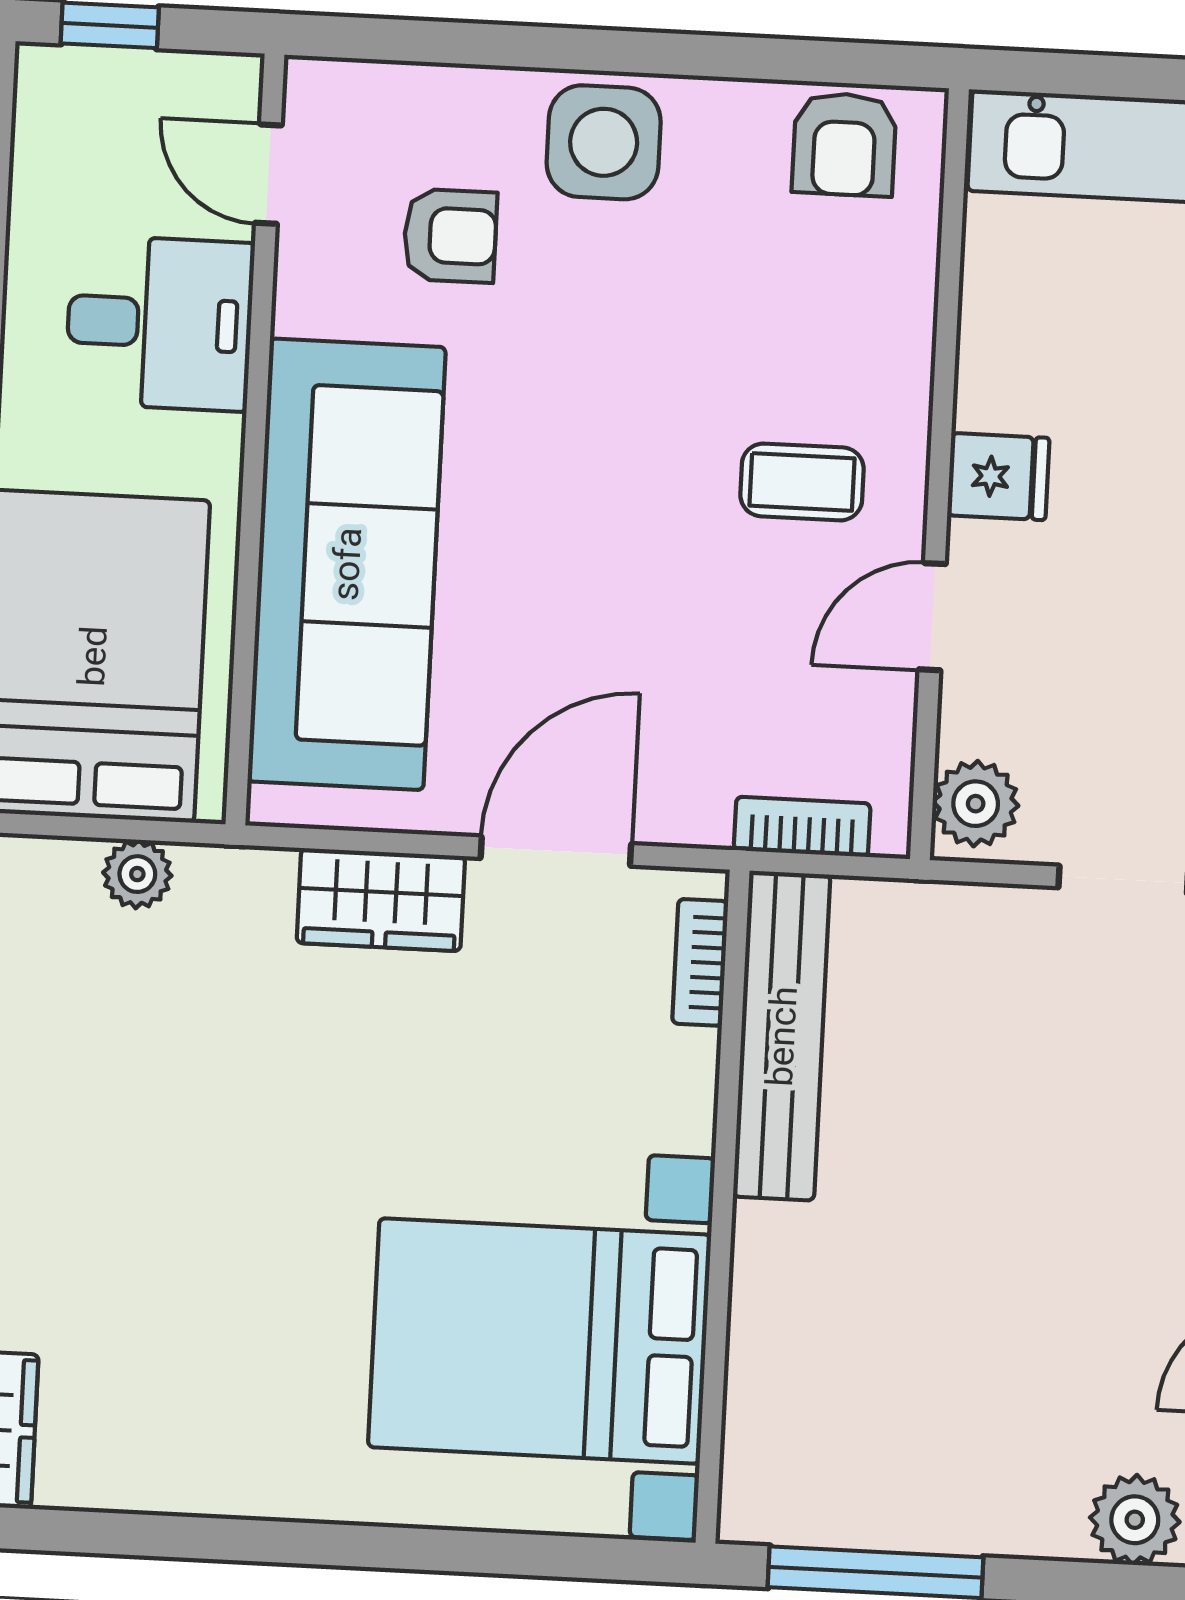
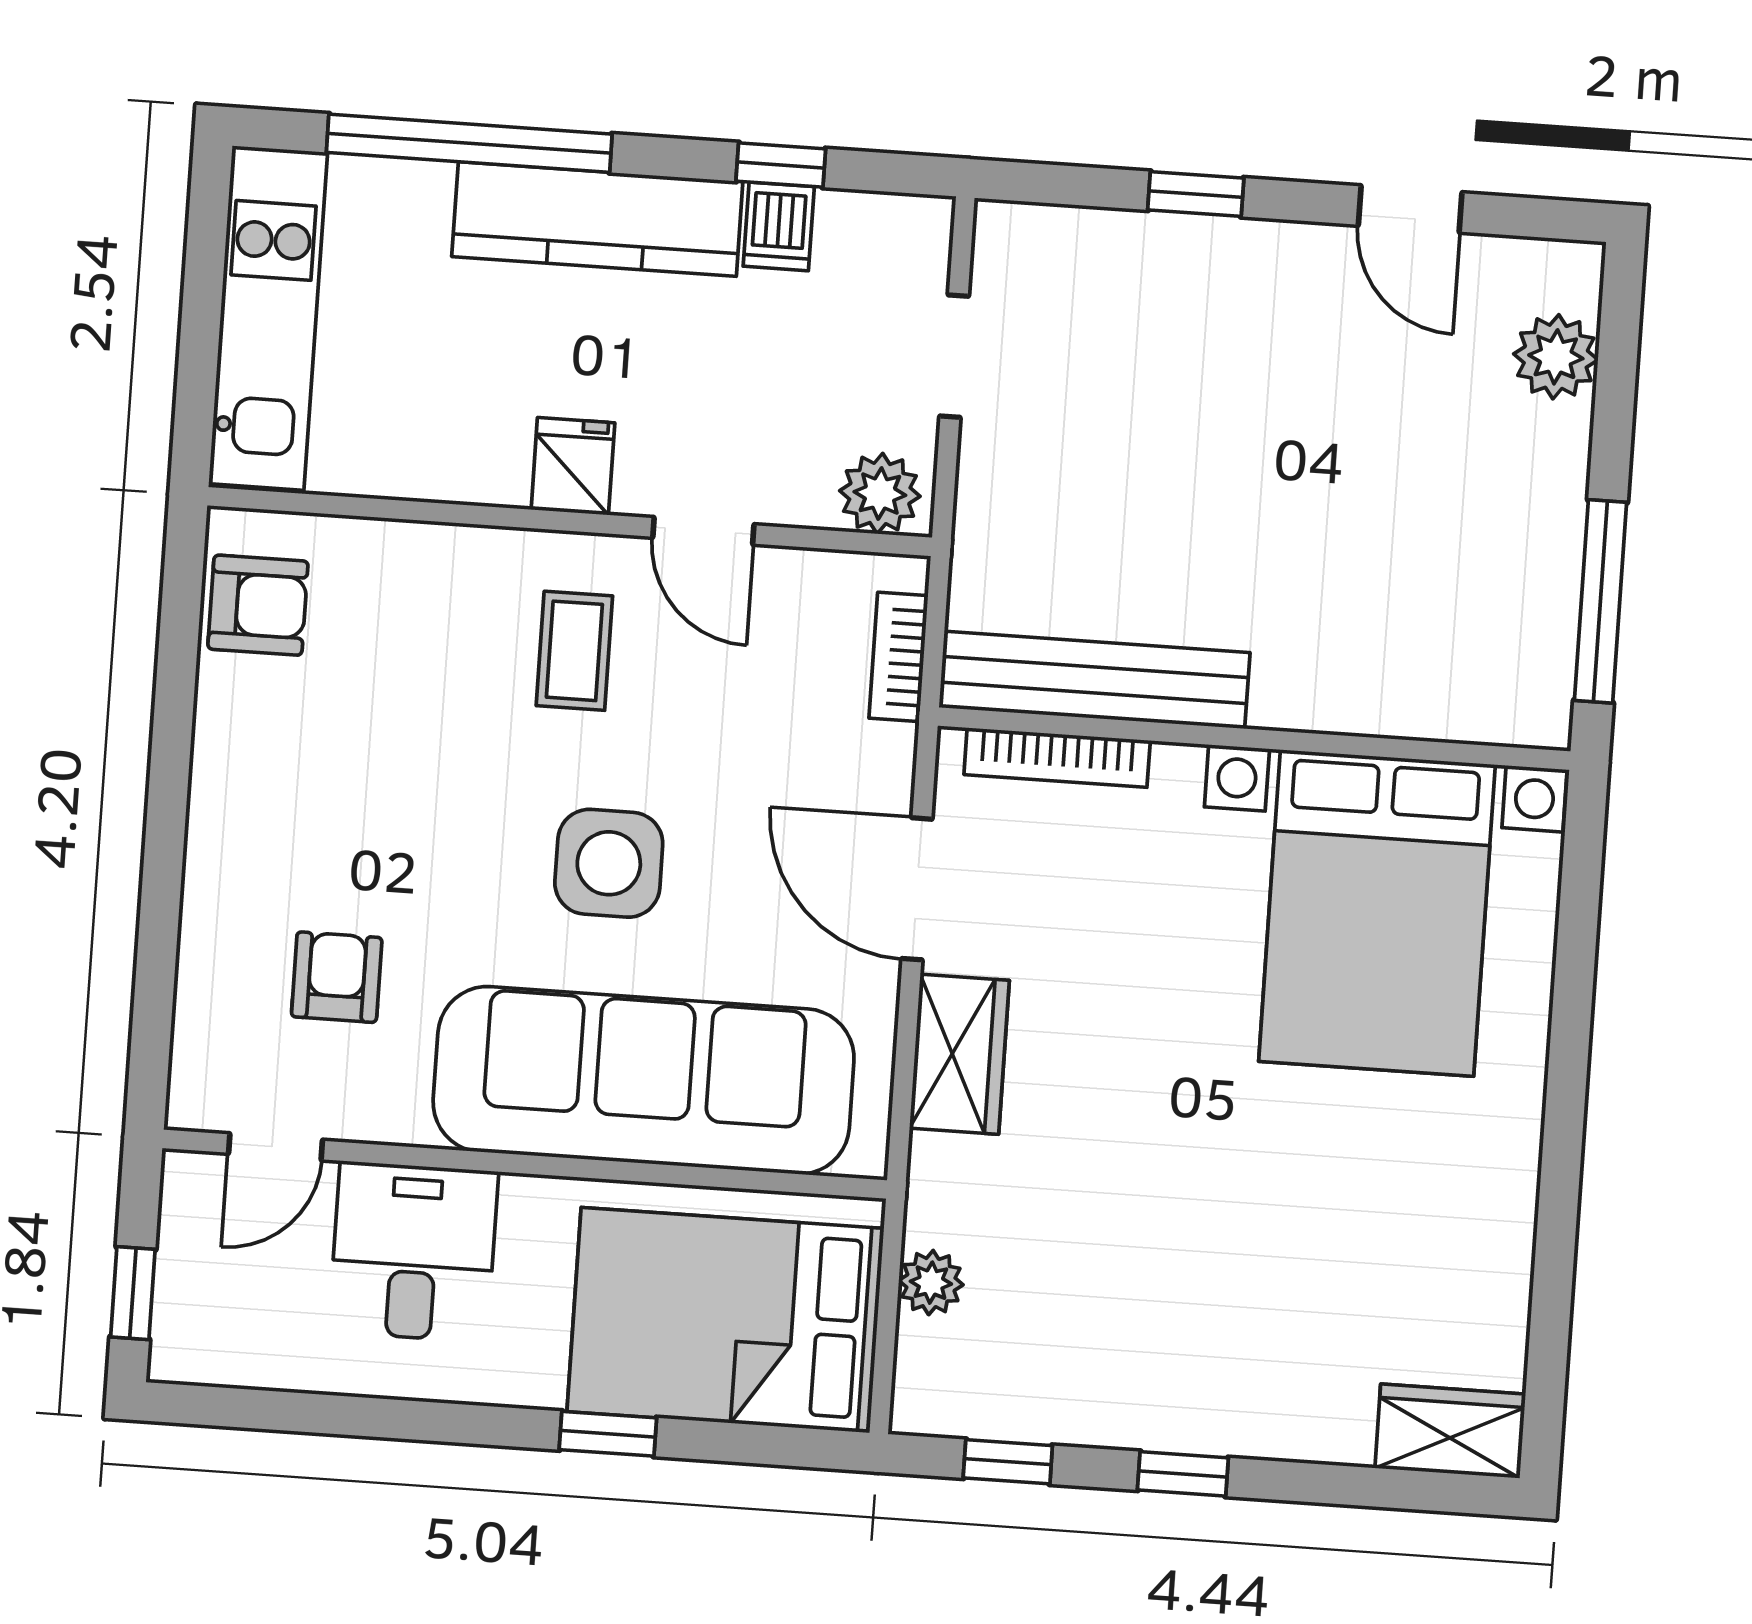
side table: (604, 142) -> (609, 863), moved
bookcase: (700, 962) -> (1057, 758), width x1.56

